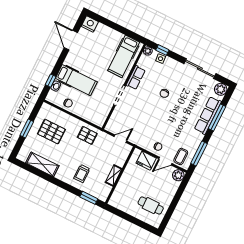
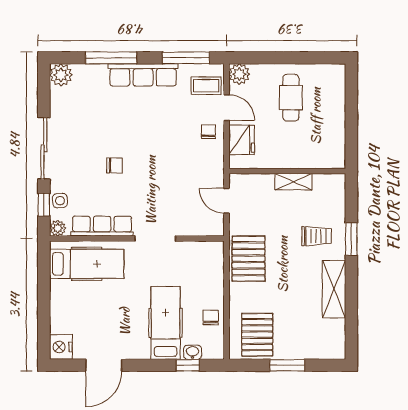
sliding door: (200, 69) -> (44, 148), moved
row of seats: (136, 78) -> (102, 226), width x1.48
row of seats: (208, 115) -> (143, 75), moved
pallet: (51, 132) -> (257, 335), moved
pallet: (87, 135) -> (248, 259), width x1.50, depth x1.42
shelving: (42, 164) -> (334, 289), moved
window: (89, 198) -> (351, 239), moved
cafe table: (151, 206) -> (291, 98), moved

